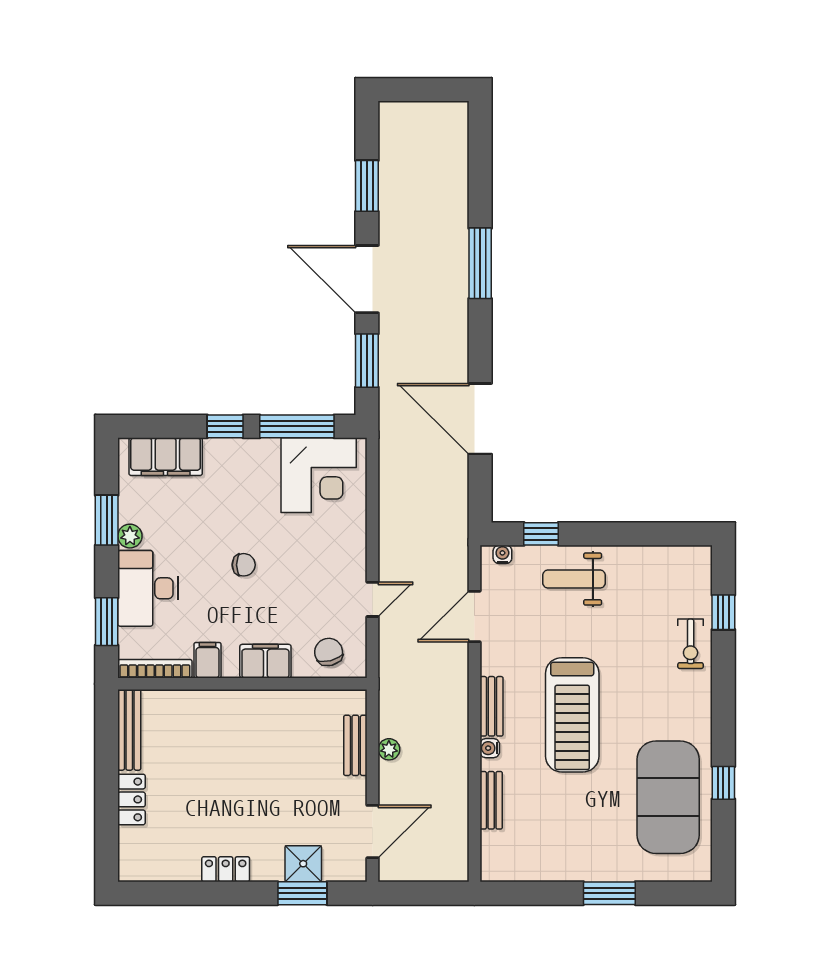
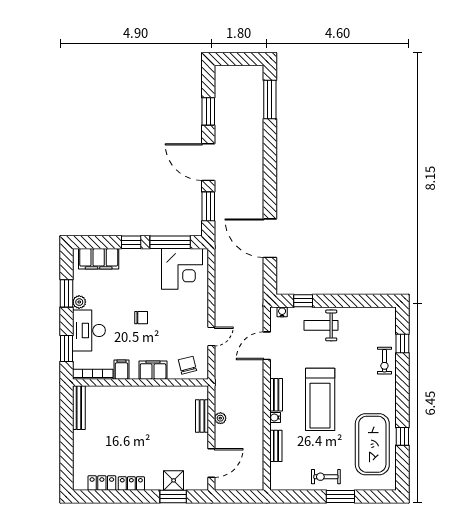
window: (480, 263) -> (270, 100), moved
locker: (132, 799) -> (102, 483), moved, turned -90
exercise bike: (583, 857) -> (326, 477), added

